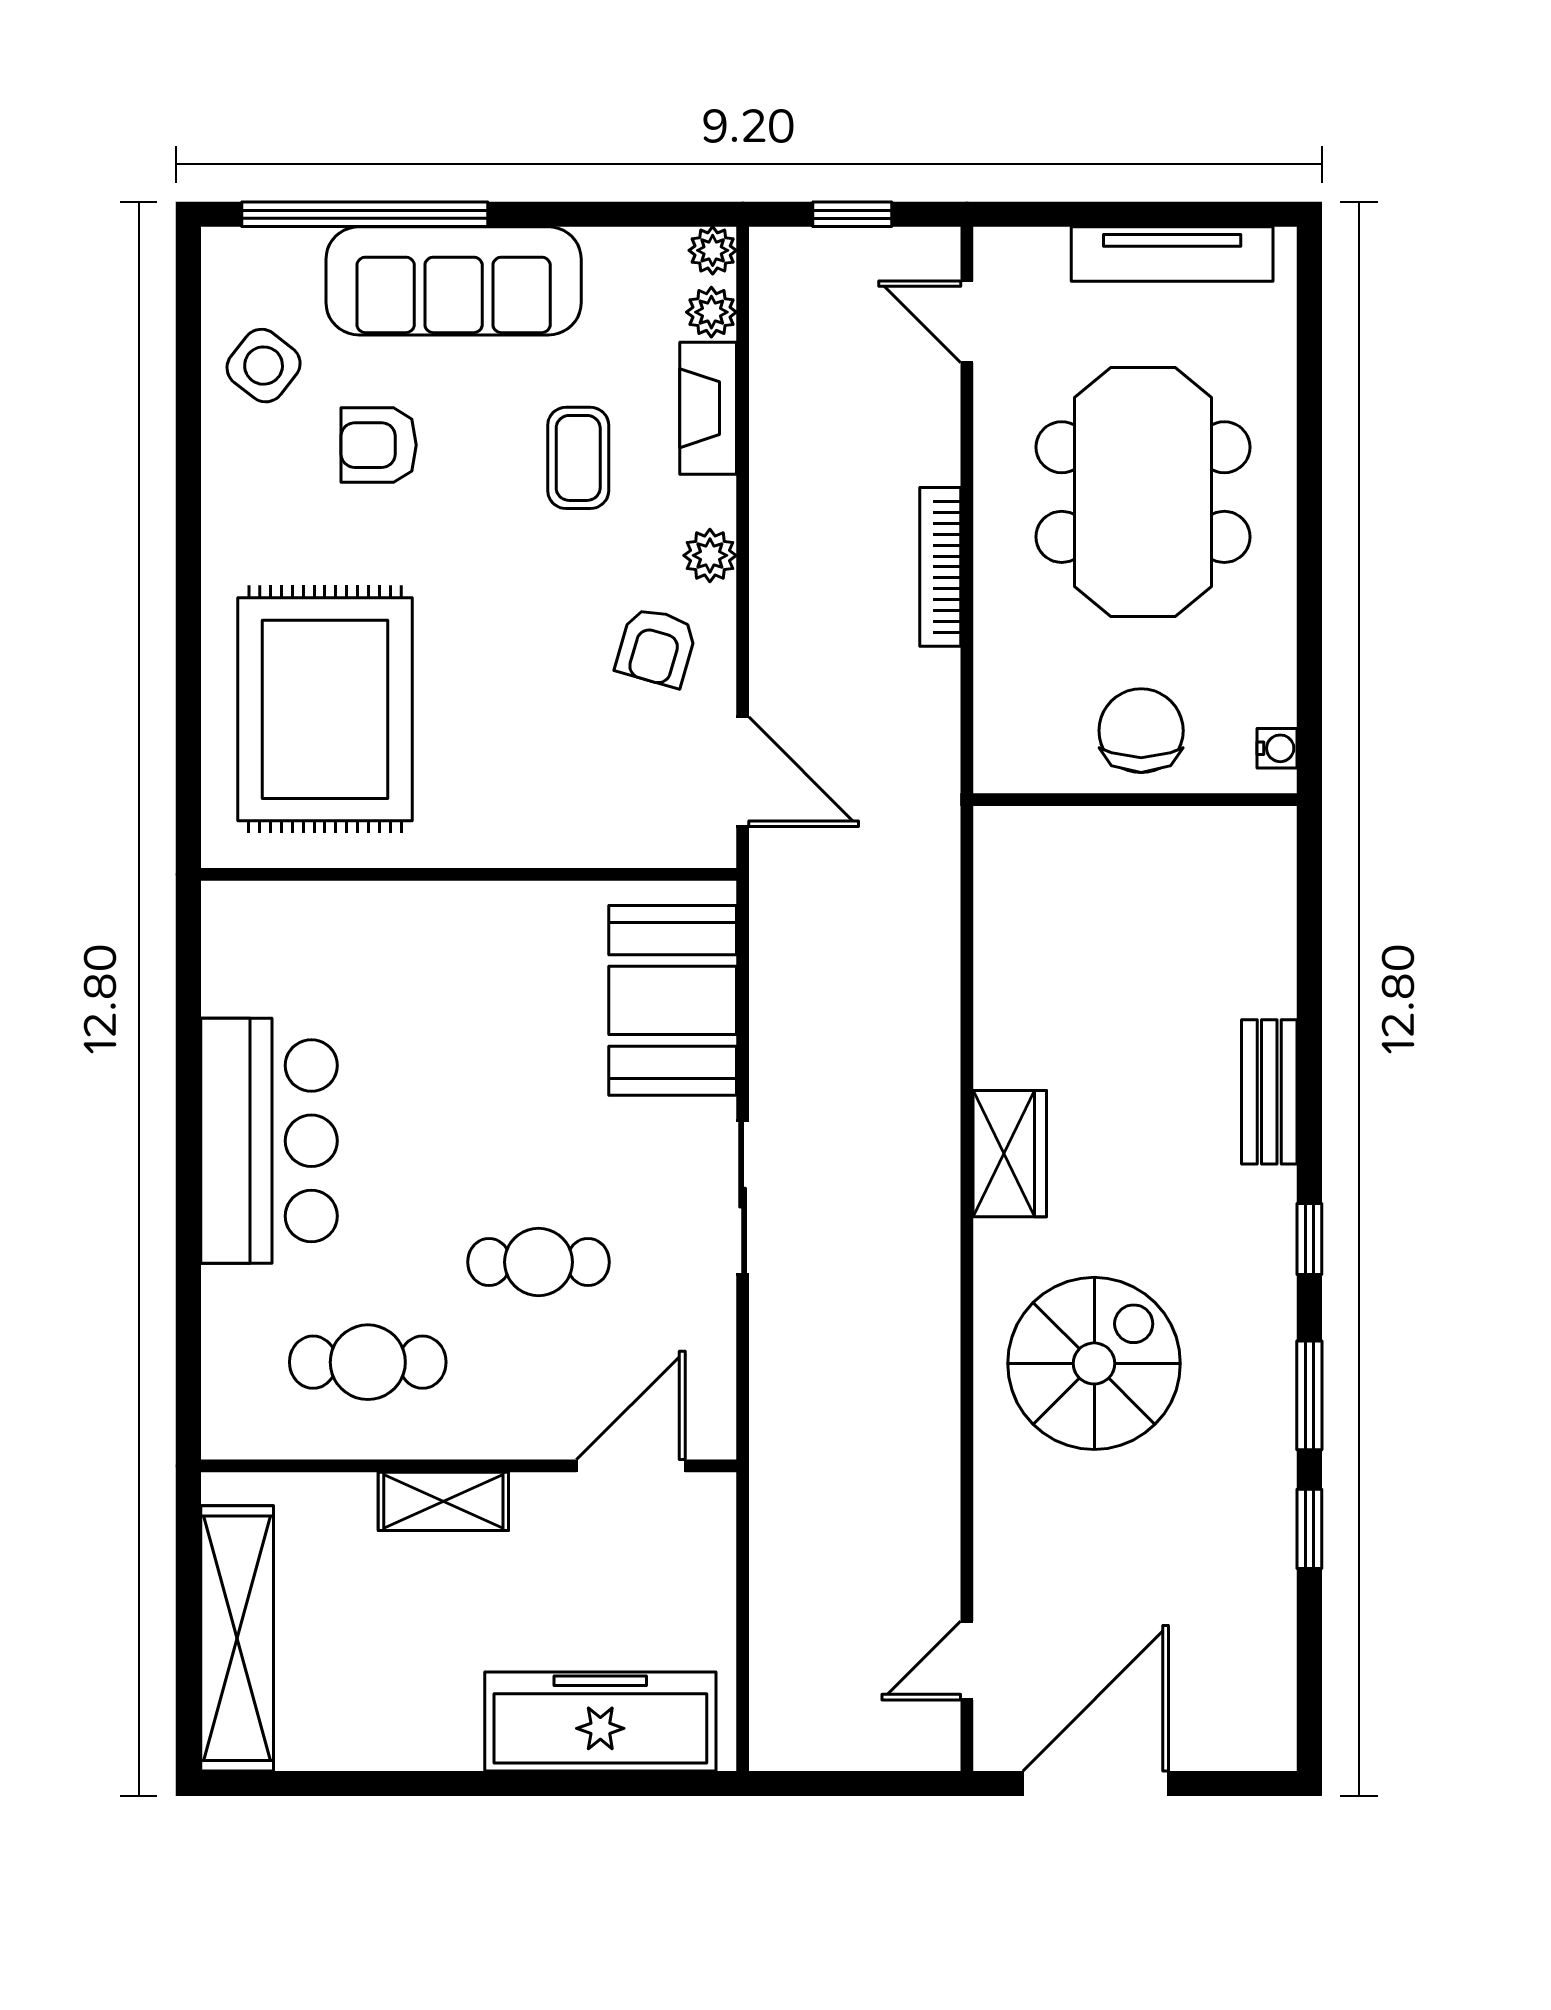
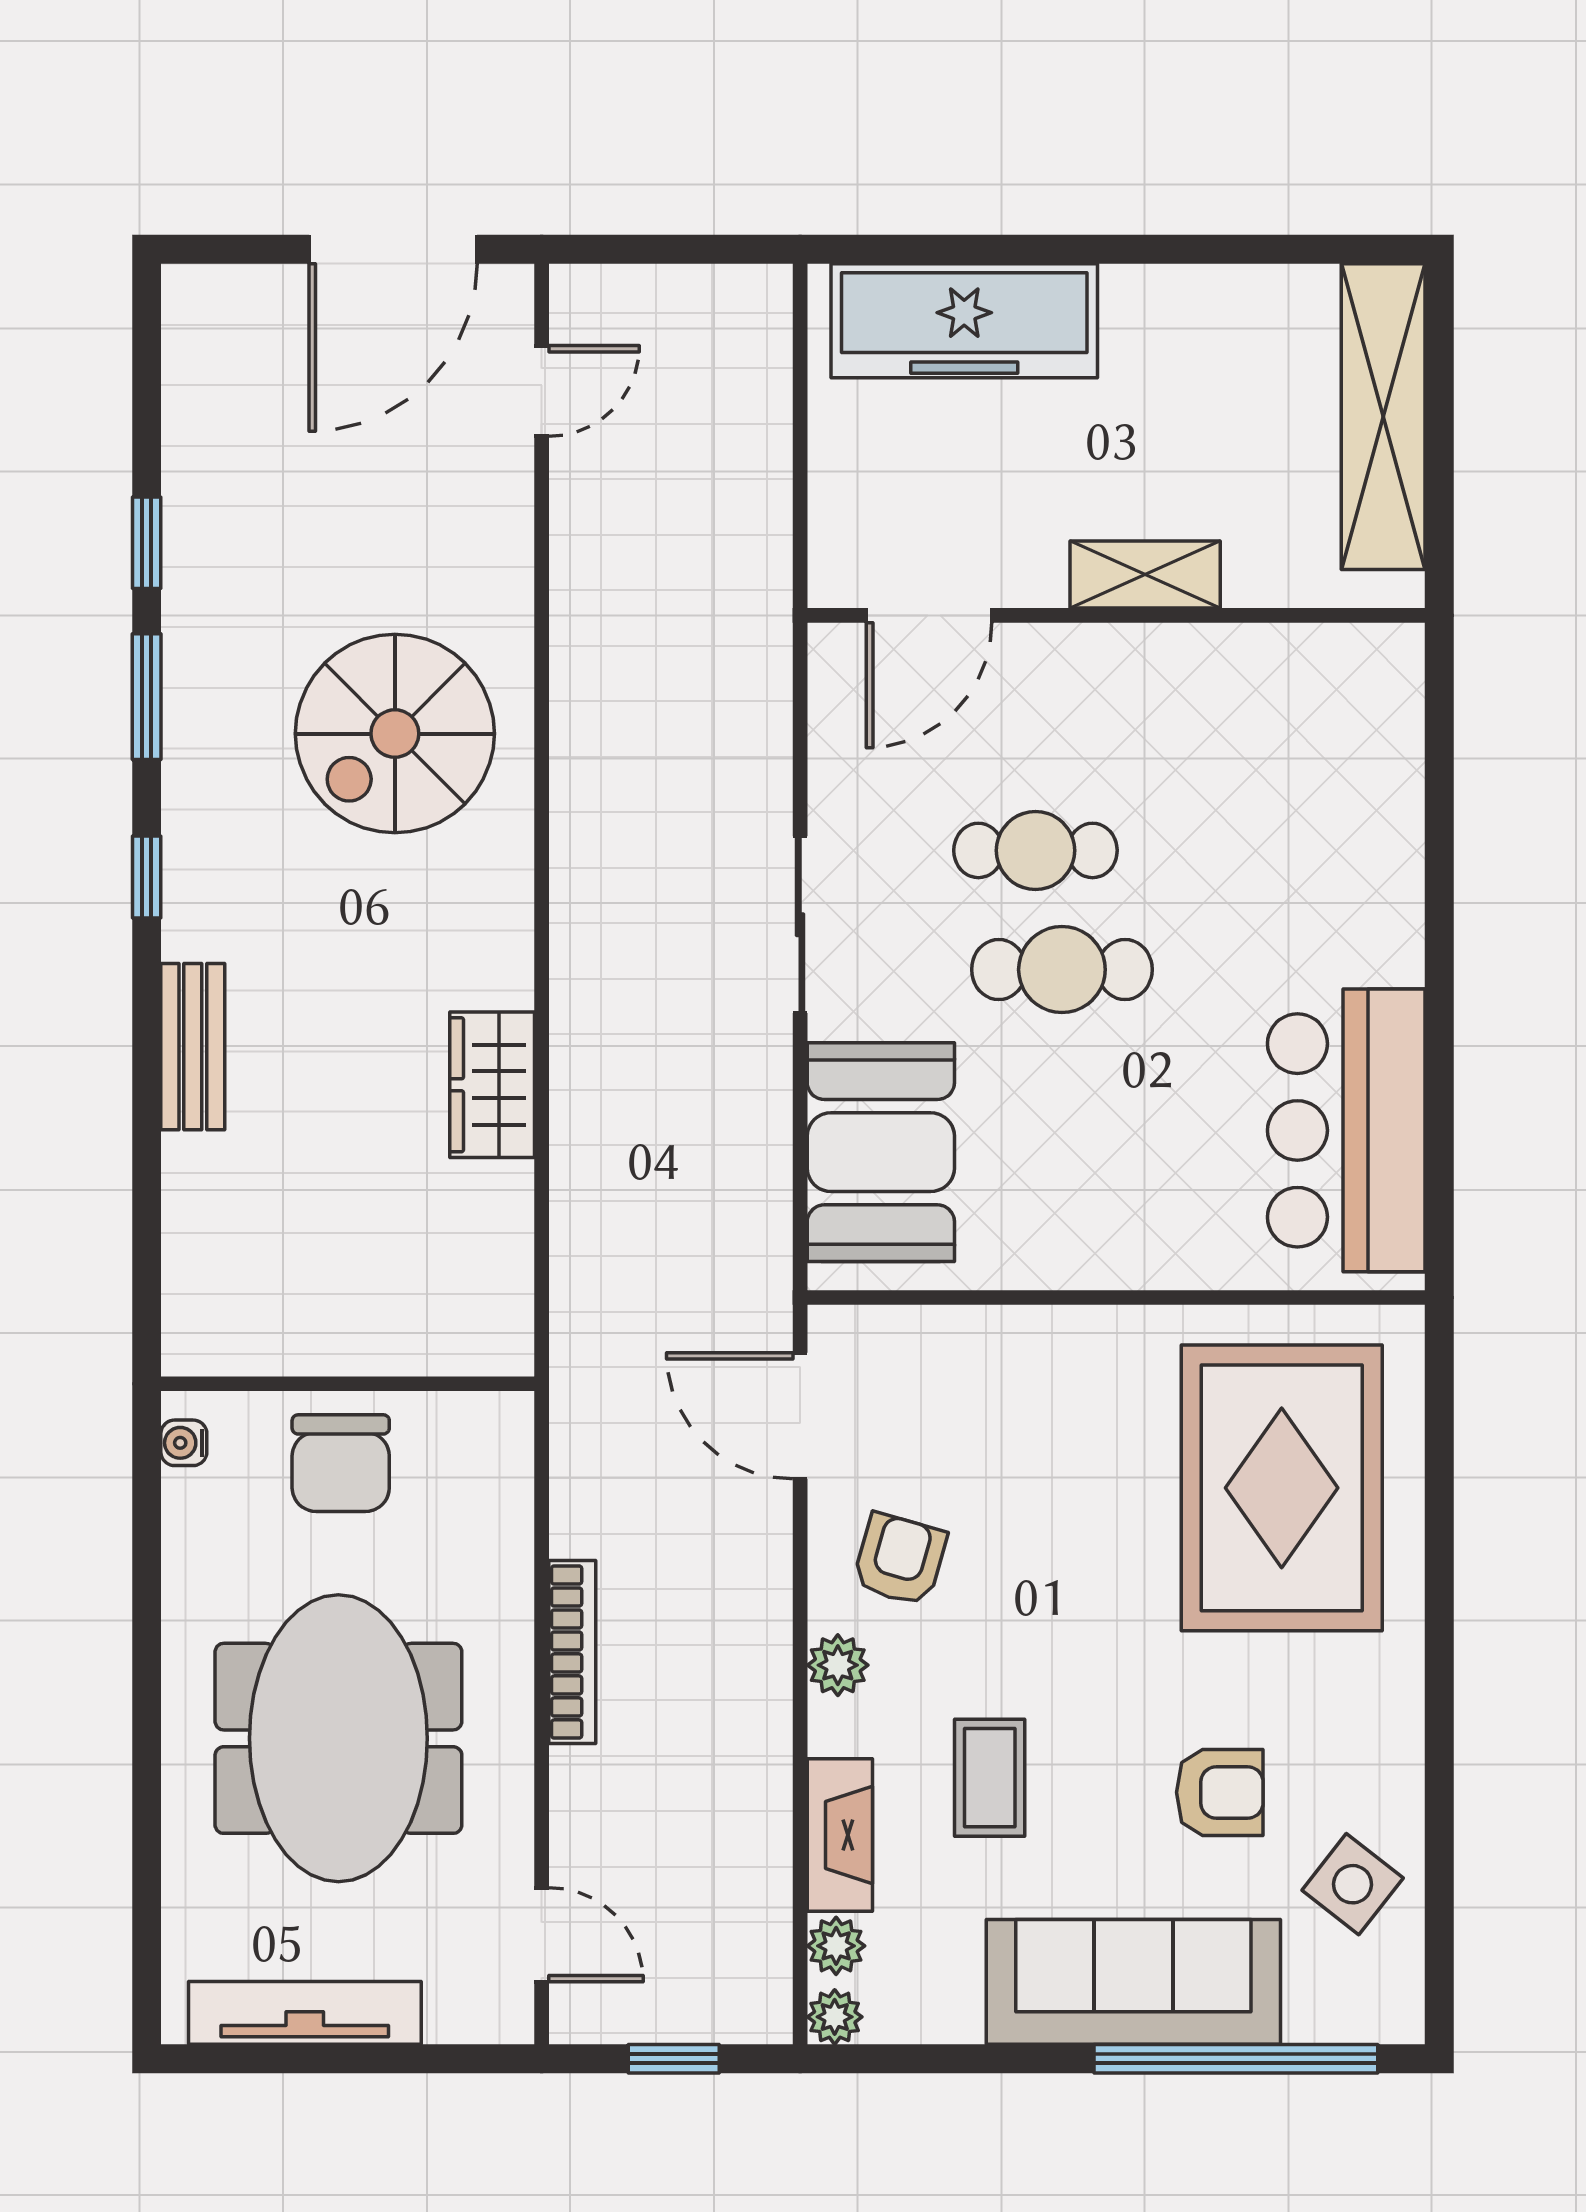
bar counter: (269, 1141) -> (1346, 1130), moved
wardrobe: (1010, 1154) -> (492, 1085), moved
cafe table: (368, 1362) -> (1062, 970), moved

